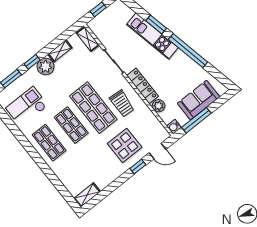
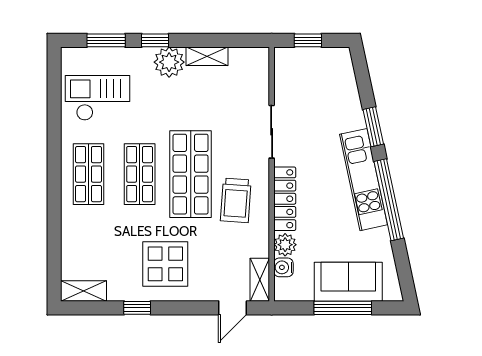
kitchen unit: (152, 36) -> (364, 180), moved
shelving: (88, 39) -> (260, 280), moved
window: (196, 120) -> (343, 308), moved
water cooler: (174, 127) -> (283, 267), moved
display table: (125, 145) -> (165, 264), moved
door: (157, 151) -> (233, 308), hinge flipped
window: (138, 167) -> (137, 308), moved

